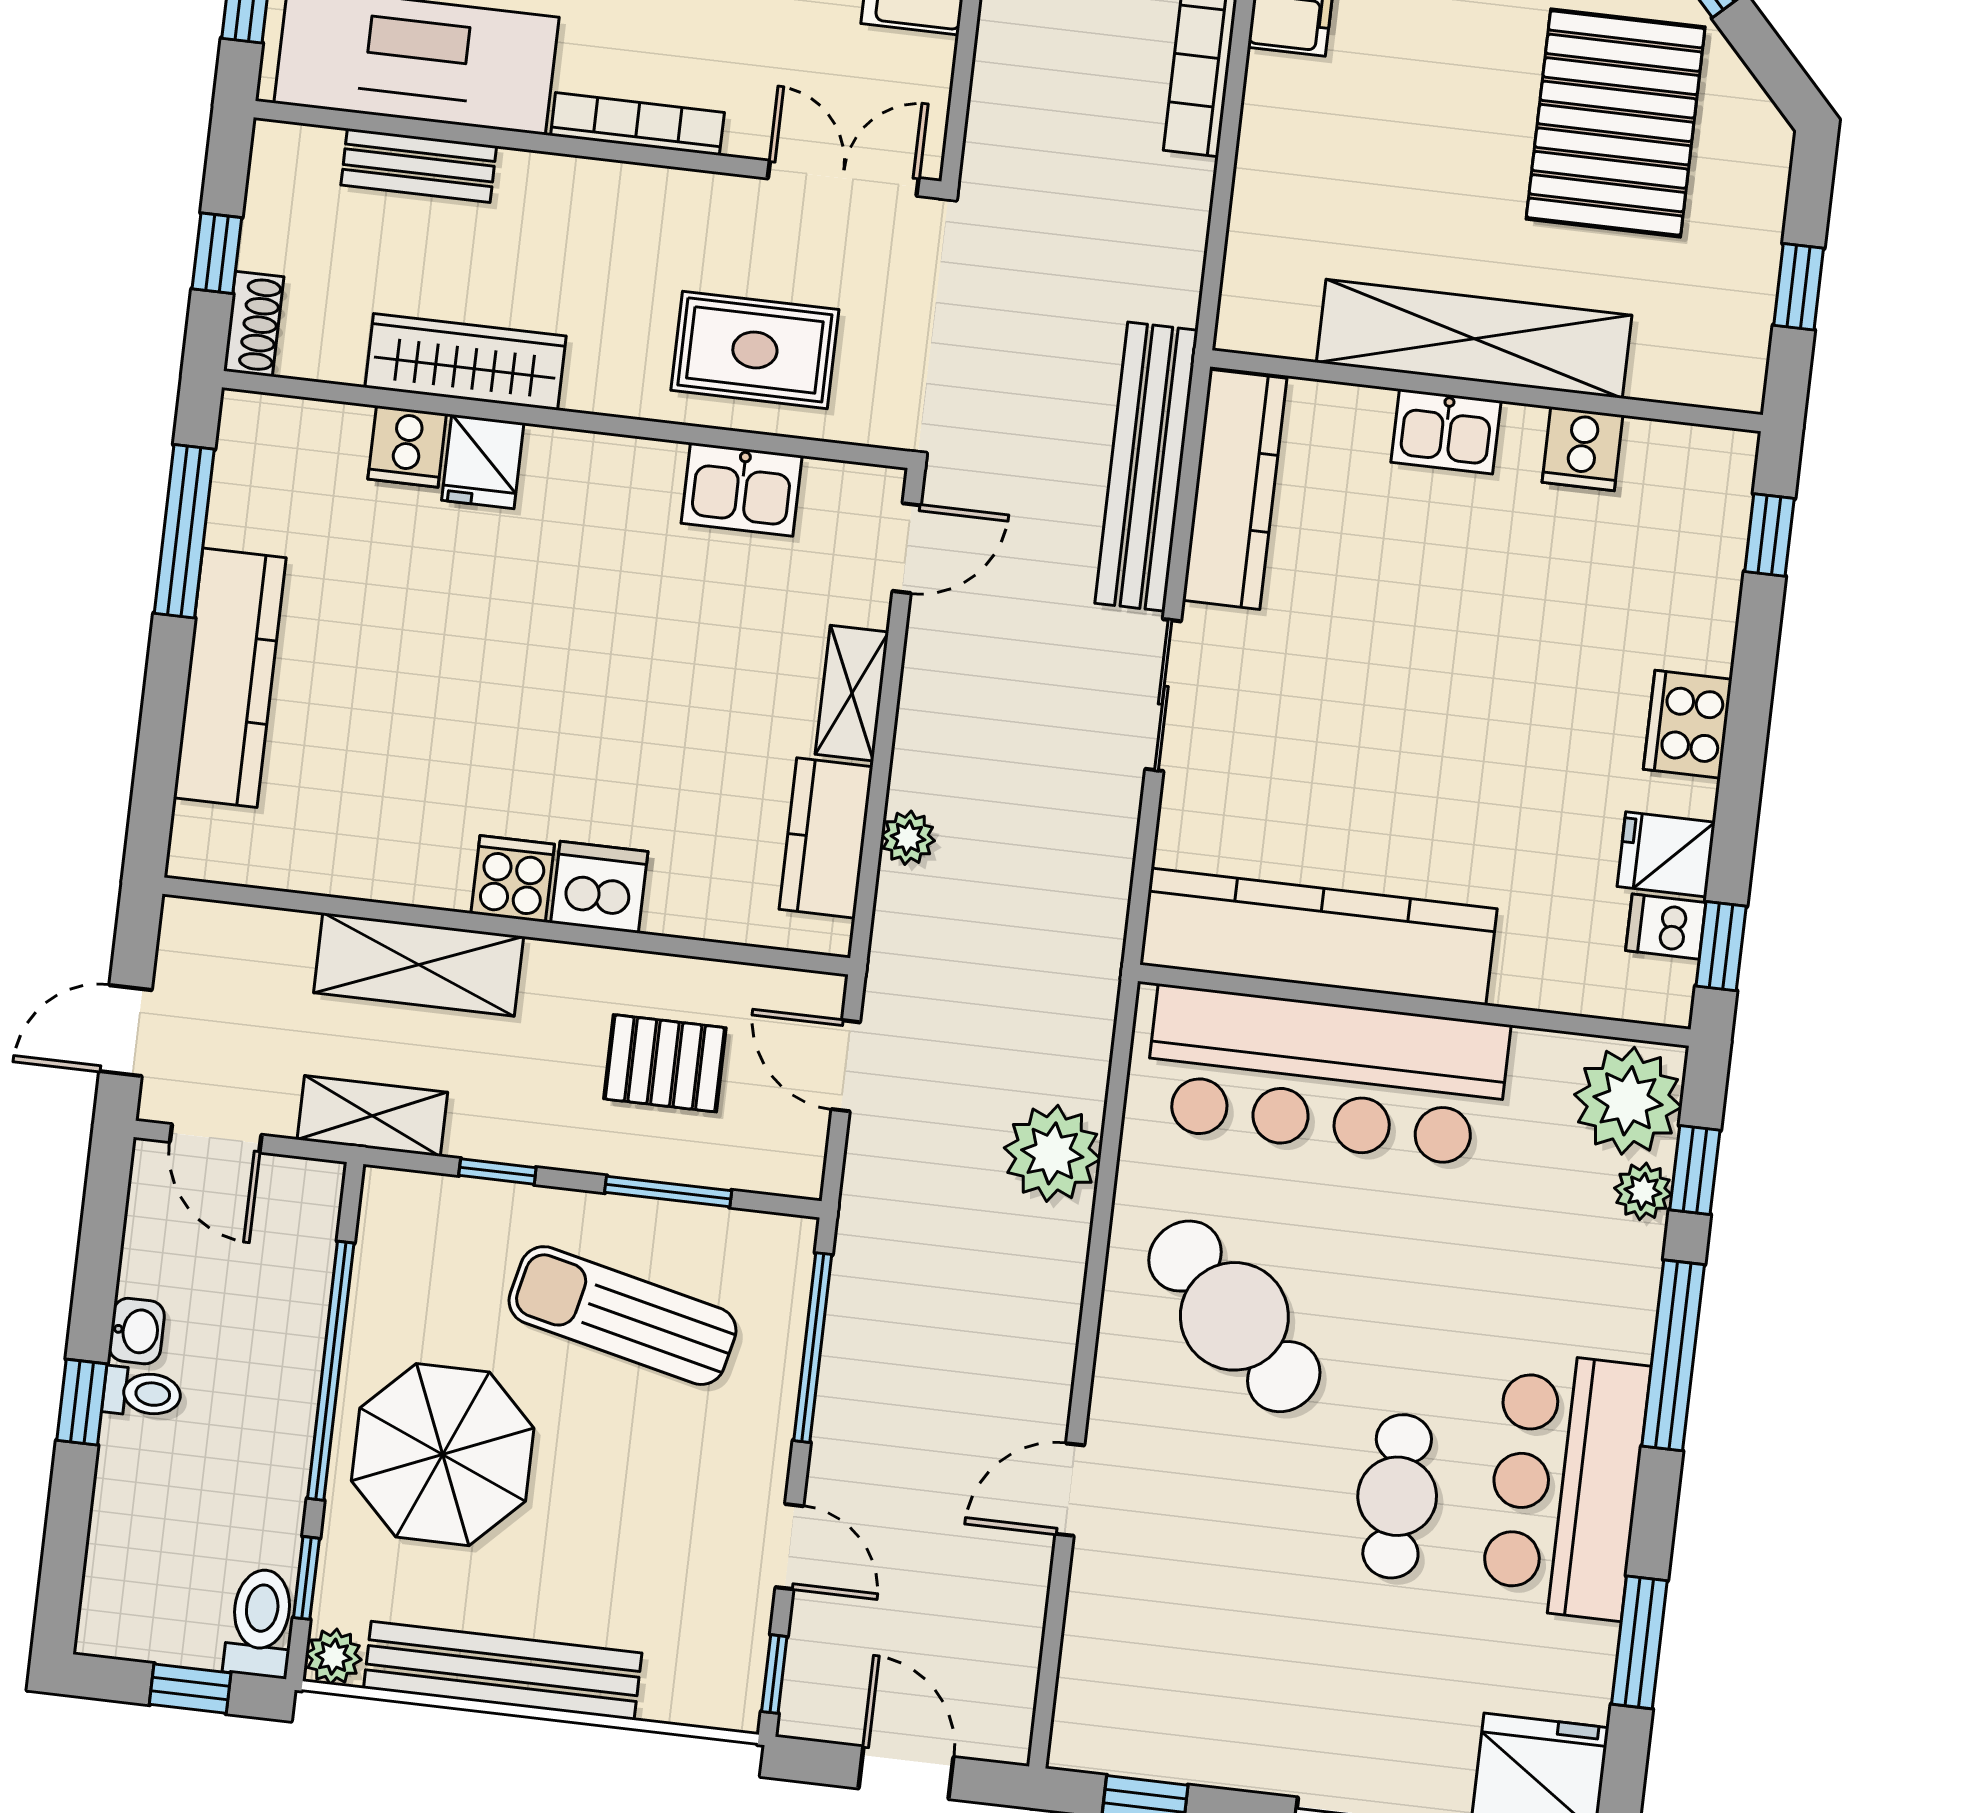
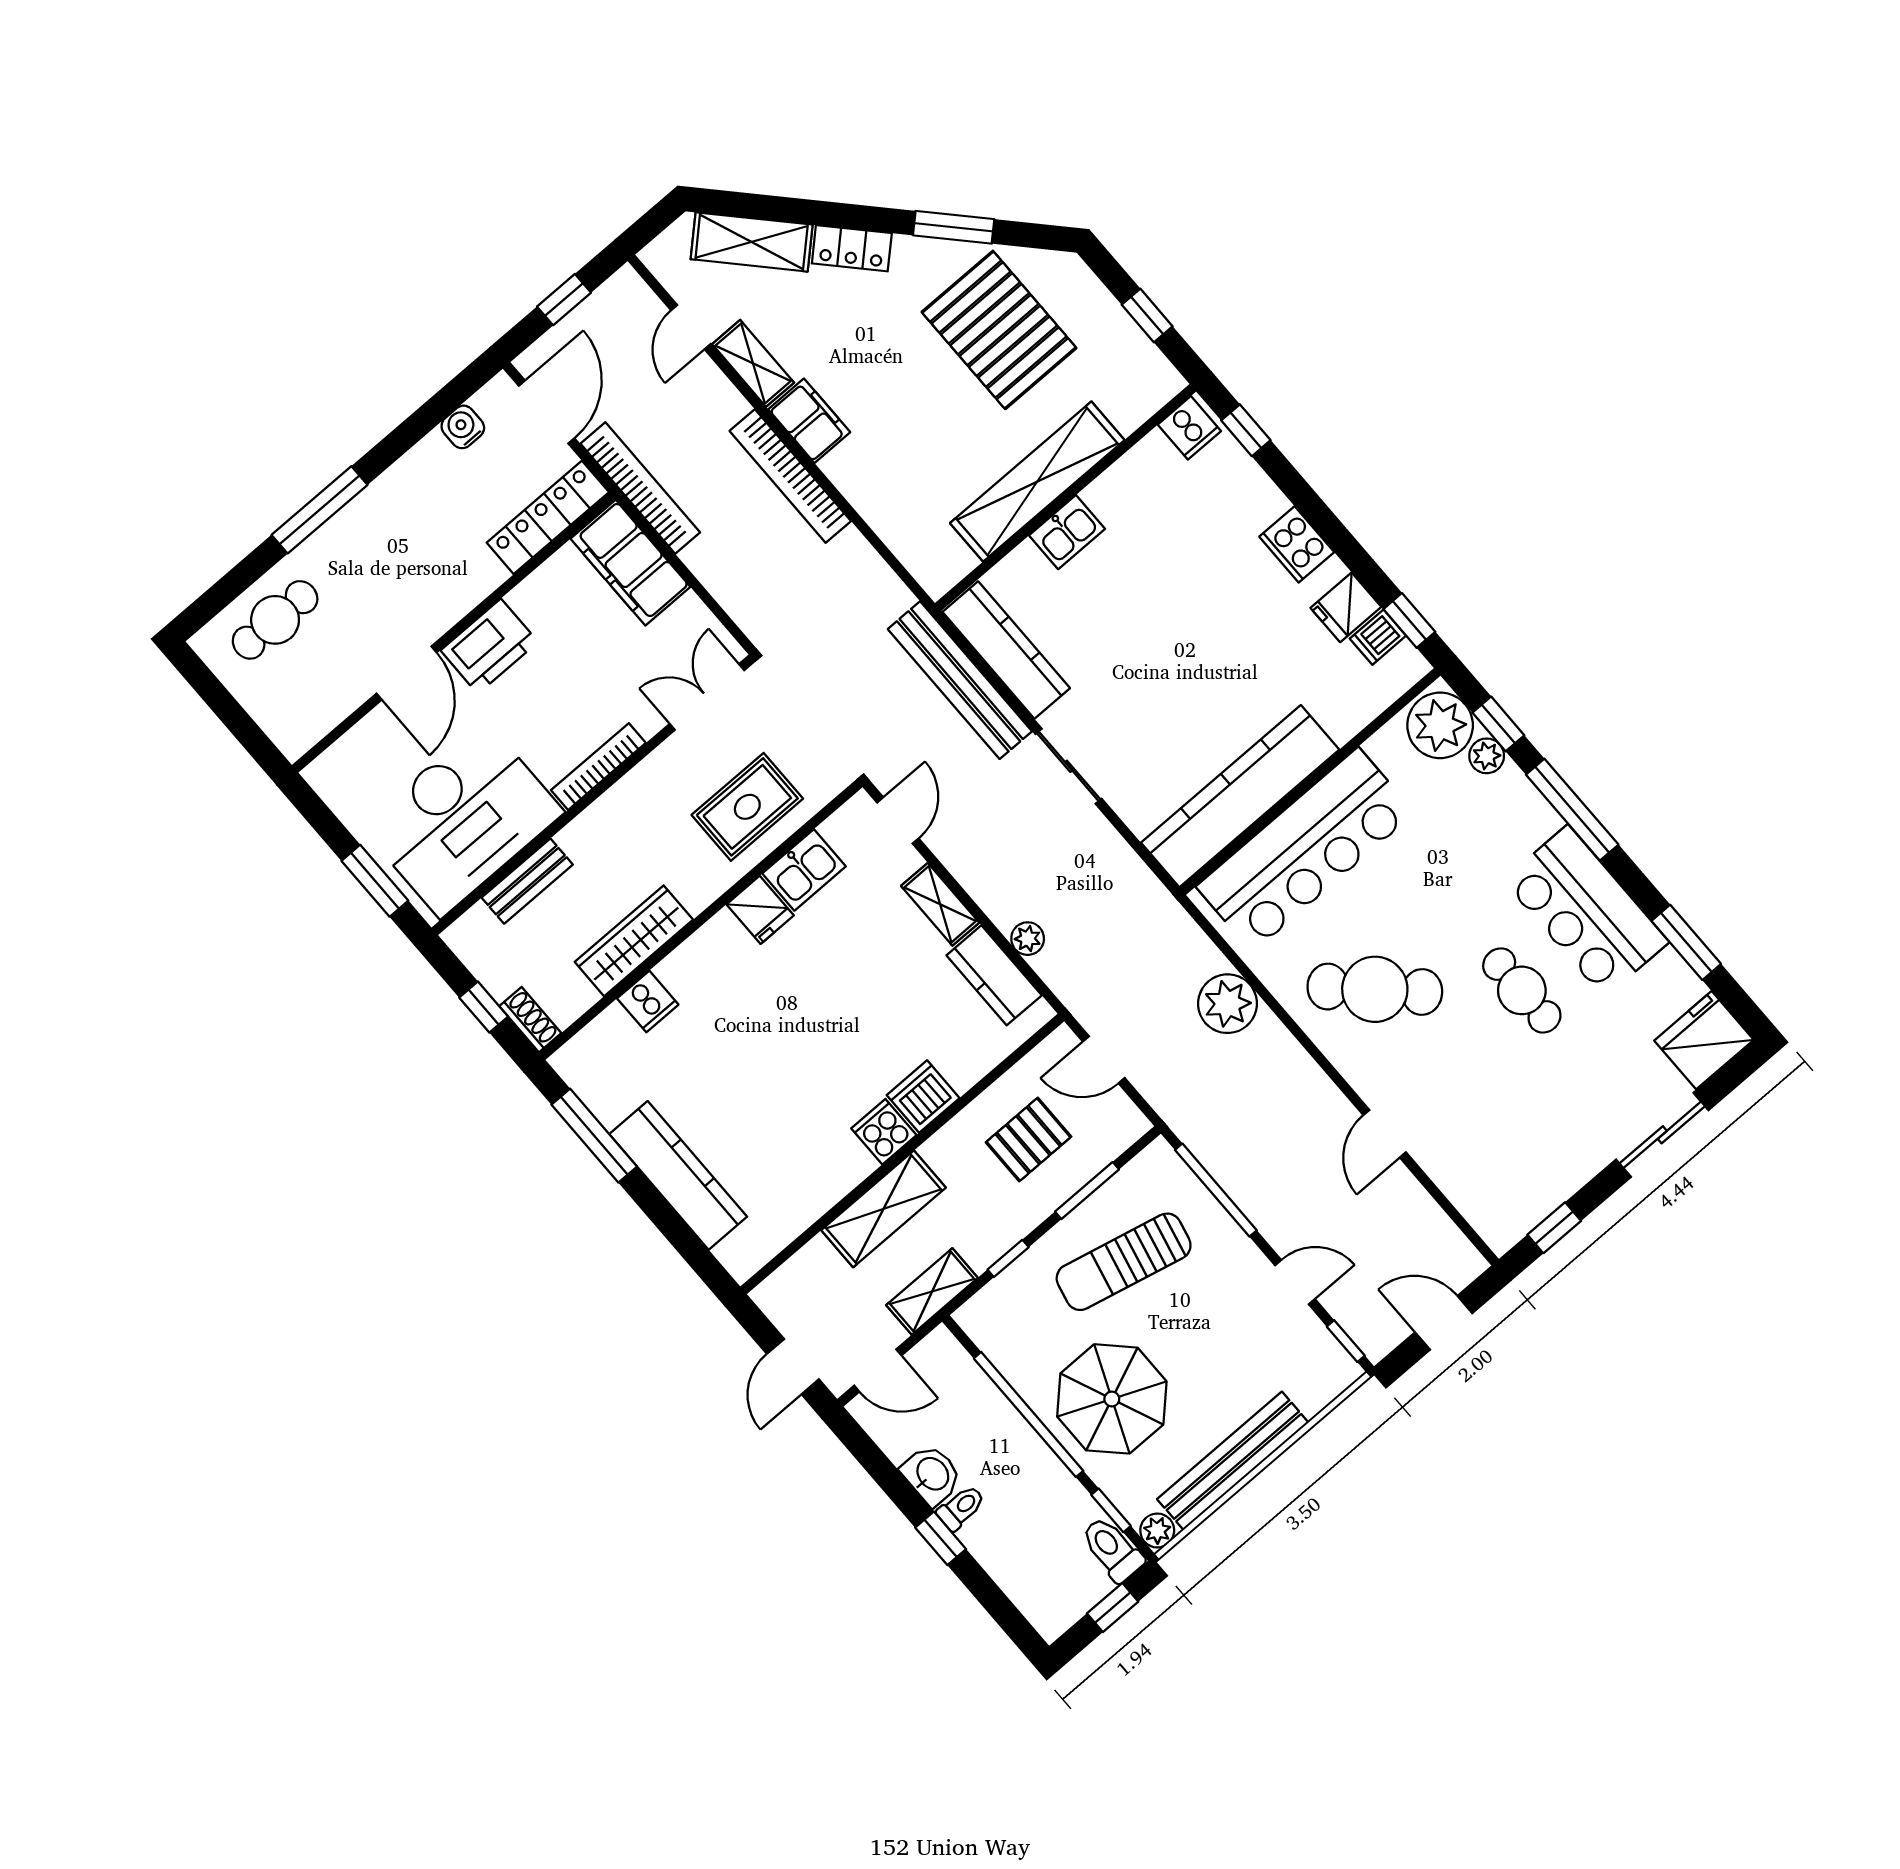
cooker: (1582, 449) -> (1189, 428), moved
fridge: (483, 462) -> (760, 910), moved
washbasin: (137, 1331) -> (932, 1475), width x1.38, depth x1.45

